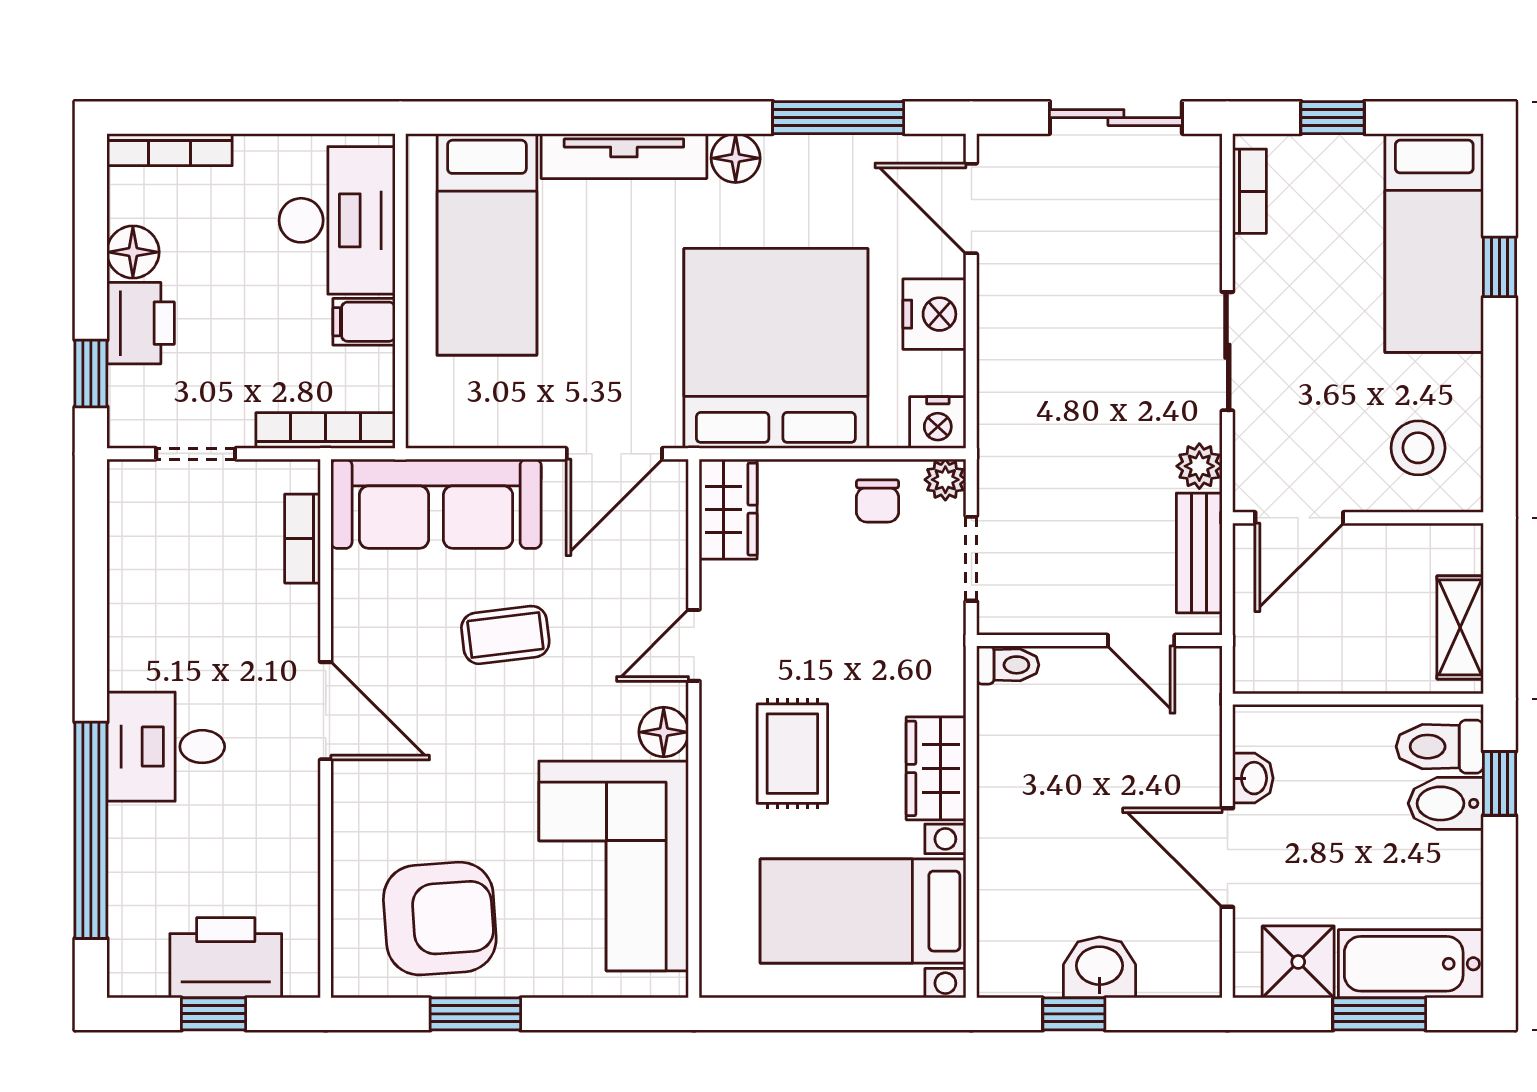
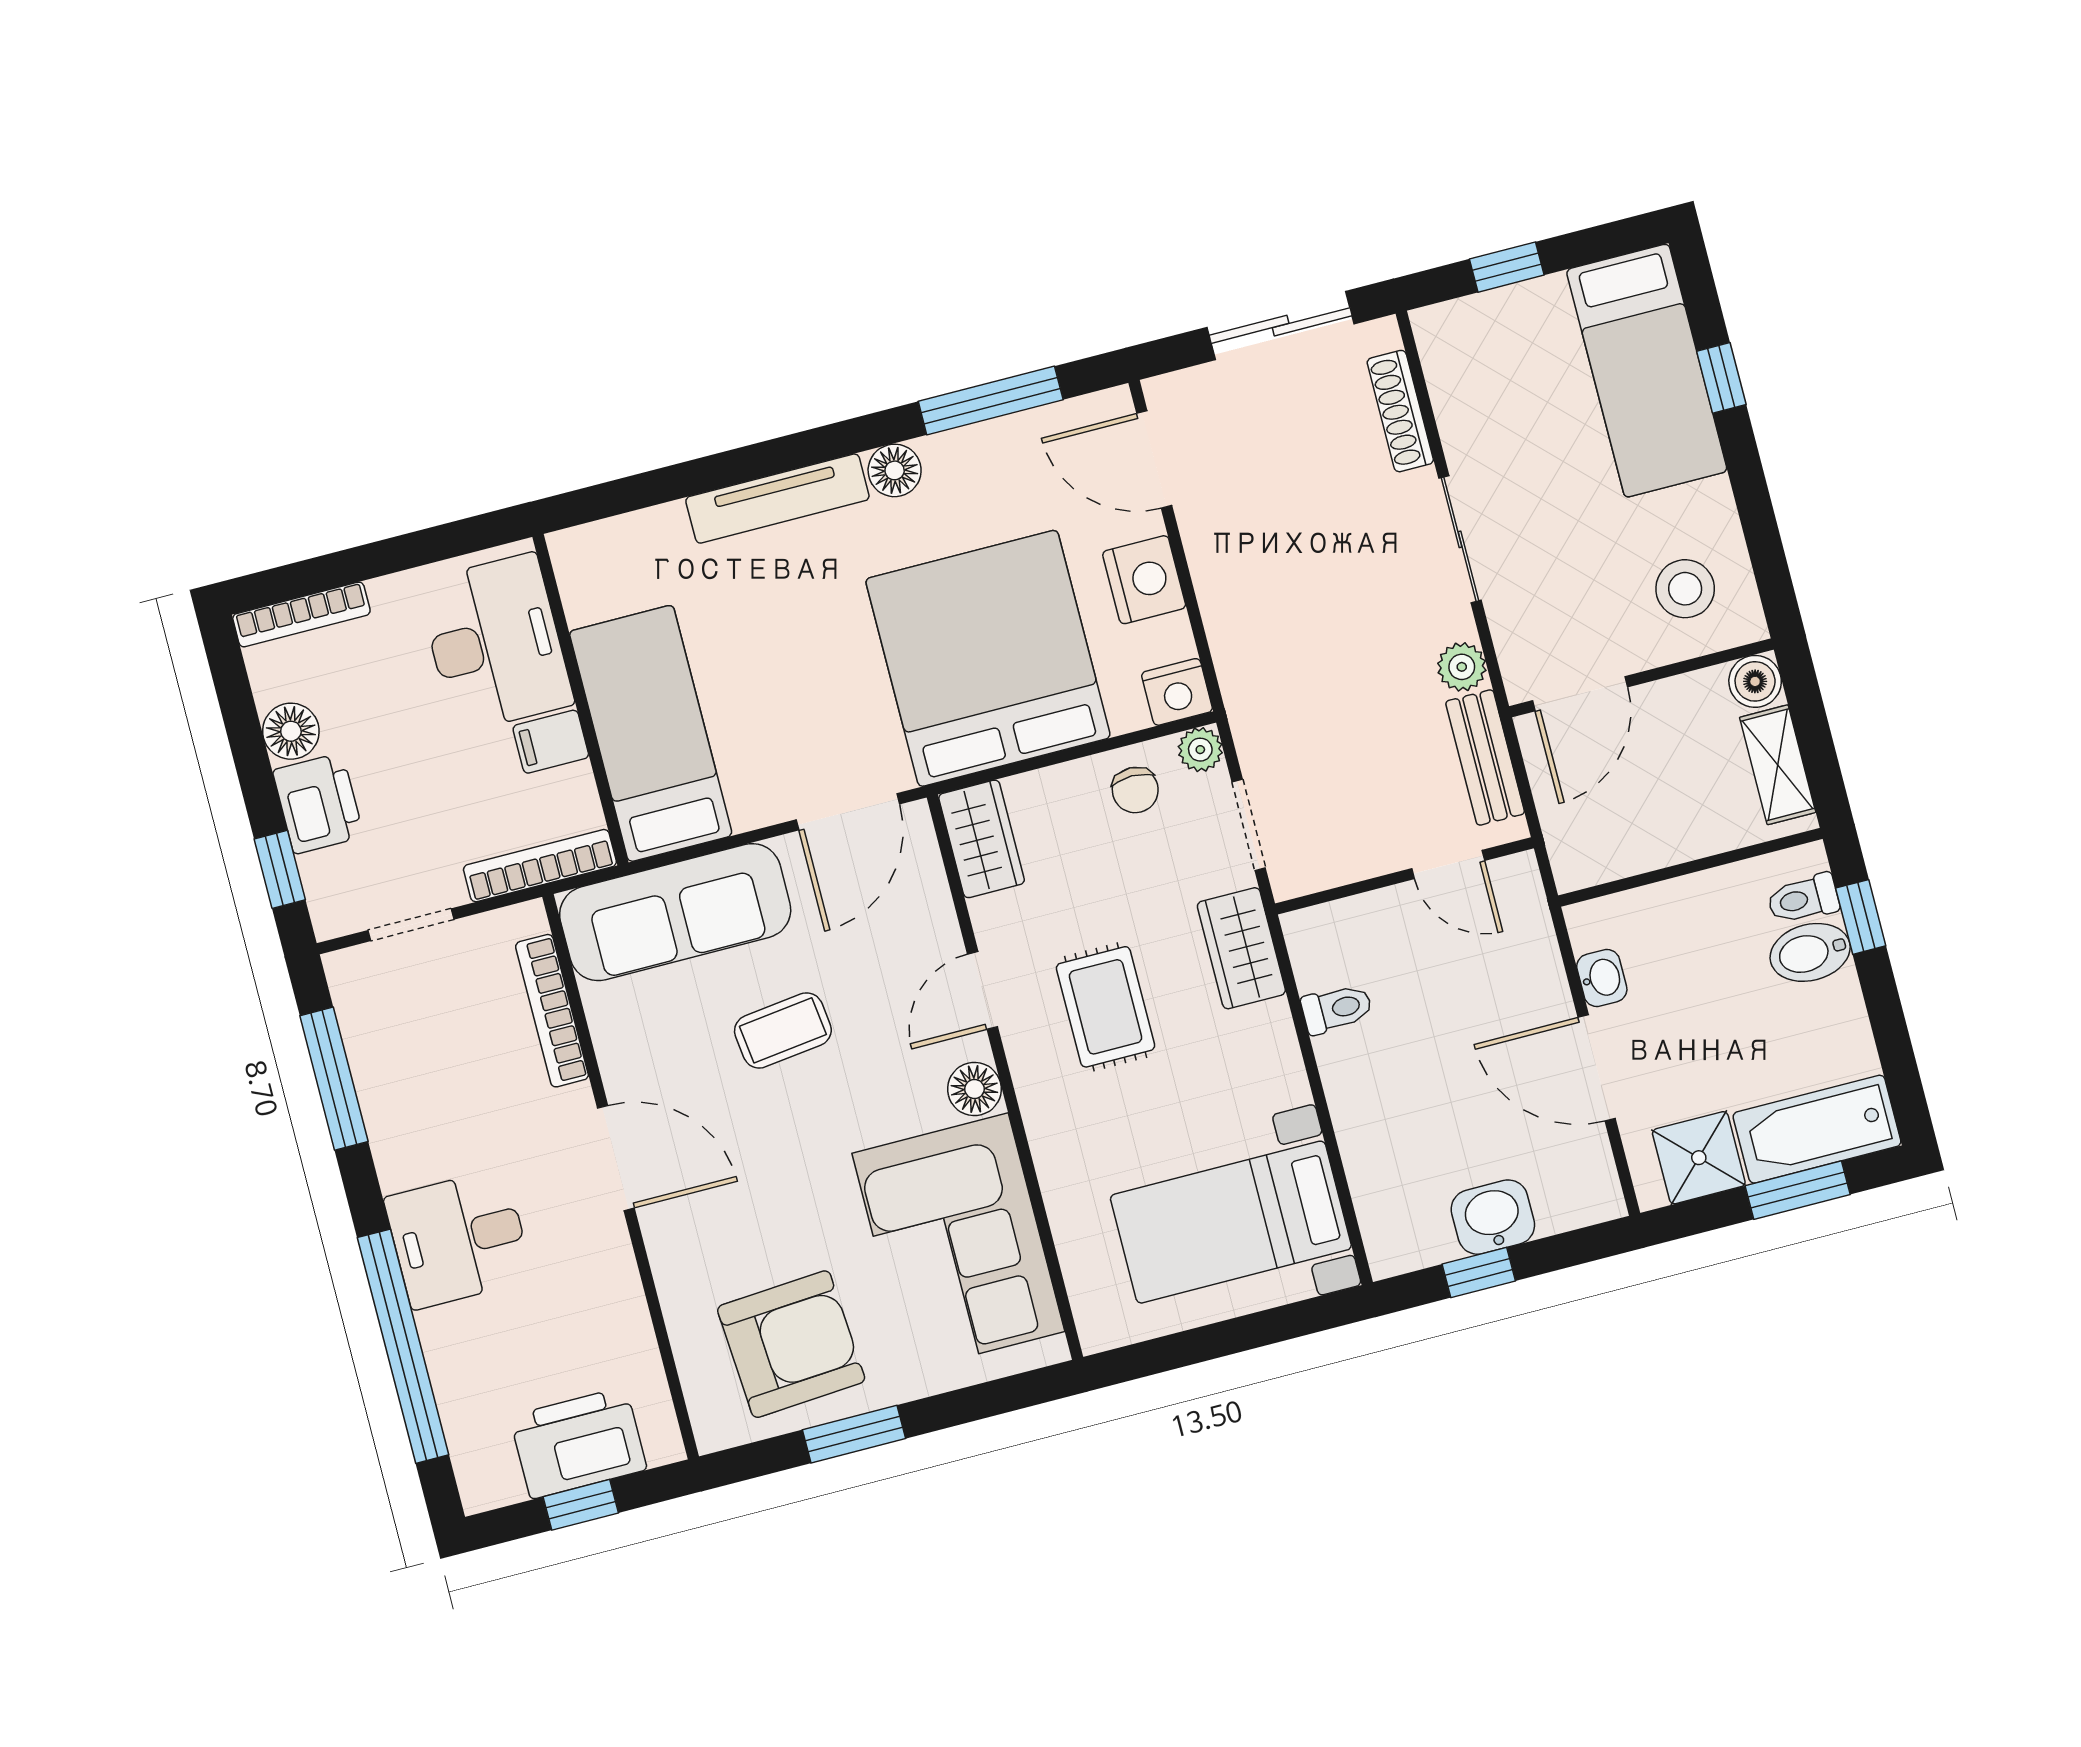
bookcase: (1250, 191) -> (1440, 366), removed
shoe rack: (1203, 222) -> (1400, 411), added
bed: (487, 244) -> (651, 733), moved, turned 180
bookcase: (303, 539) -> (552, 1011), width x1.56
boiler: (1459, 547) -> (1755, 681), added
window: (91, 574) -> (334, 1079), added
toilet: (1008, 665) -> (1337, 1009), moved
toilet: (1440, 747) -> (1803, 899), width x0.73, depth x0.72
rug: (792, 754) -> (1105, 1007), moved
wardrobe: (936, 768) -> (1241, 948), moved

